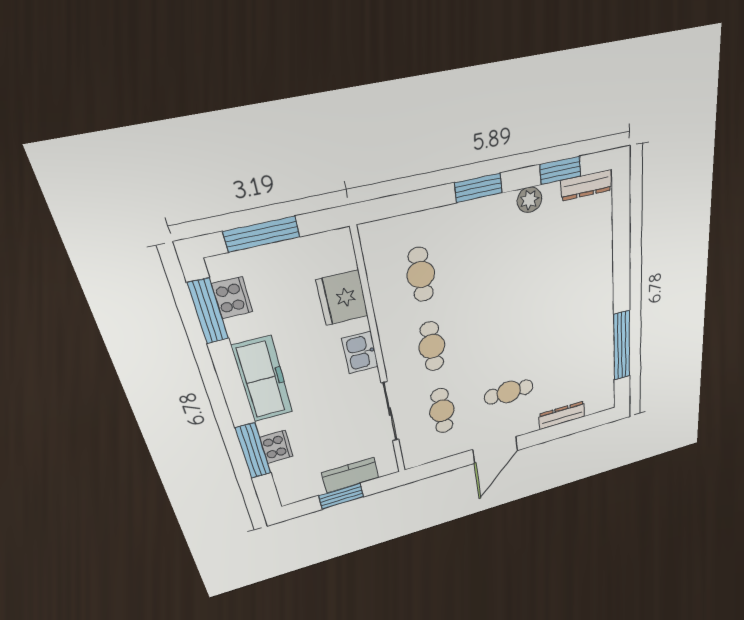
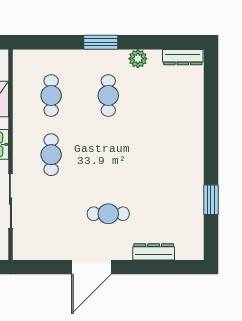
window: (560, 170) -> (163, 42), removed
window: (622, 346) -> (211, 200), width x0.47
cafe table: (442, 411) -> (108, 96), moved

